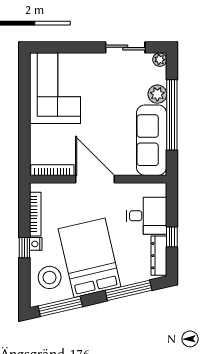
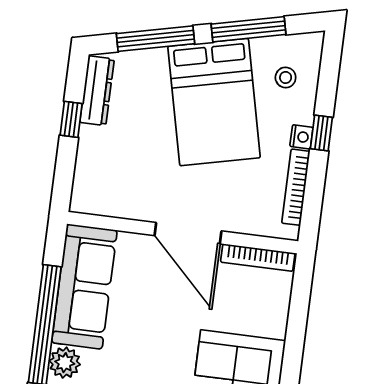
desk: (147, 216) -> (109, 160), removed
stool: (50, 277) -> (286, 77), width x0.53, depth x0.53
window: (60, 306) -> (248, 29), moved

